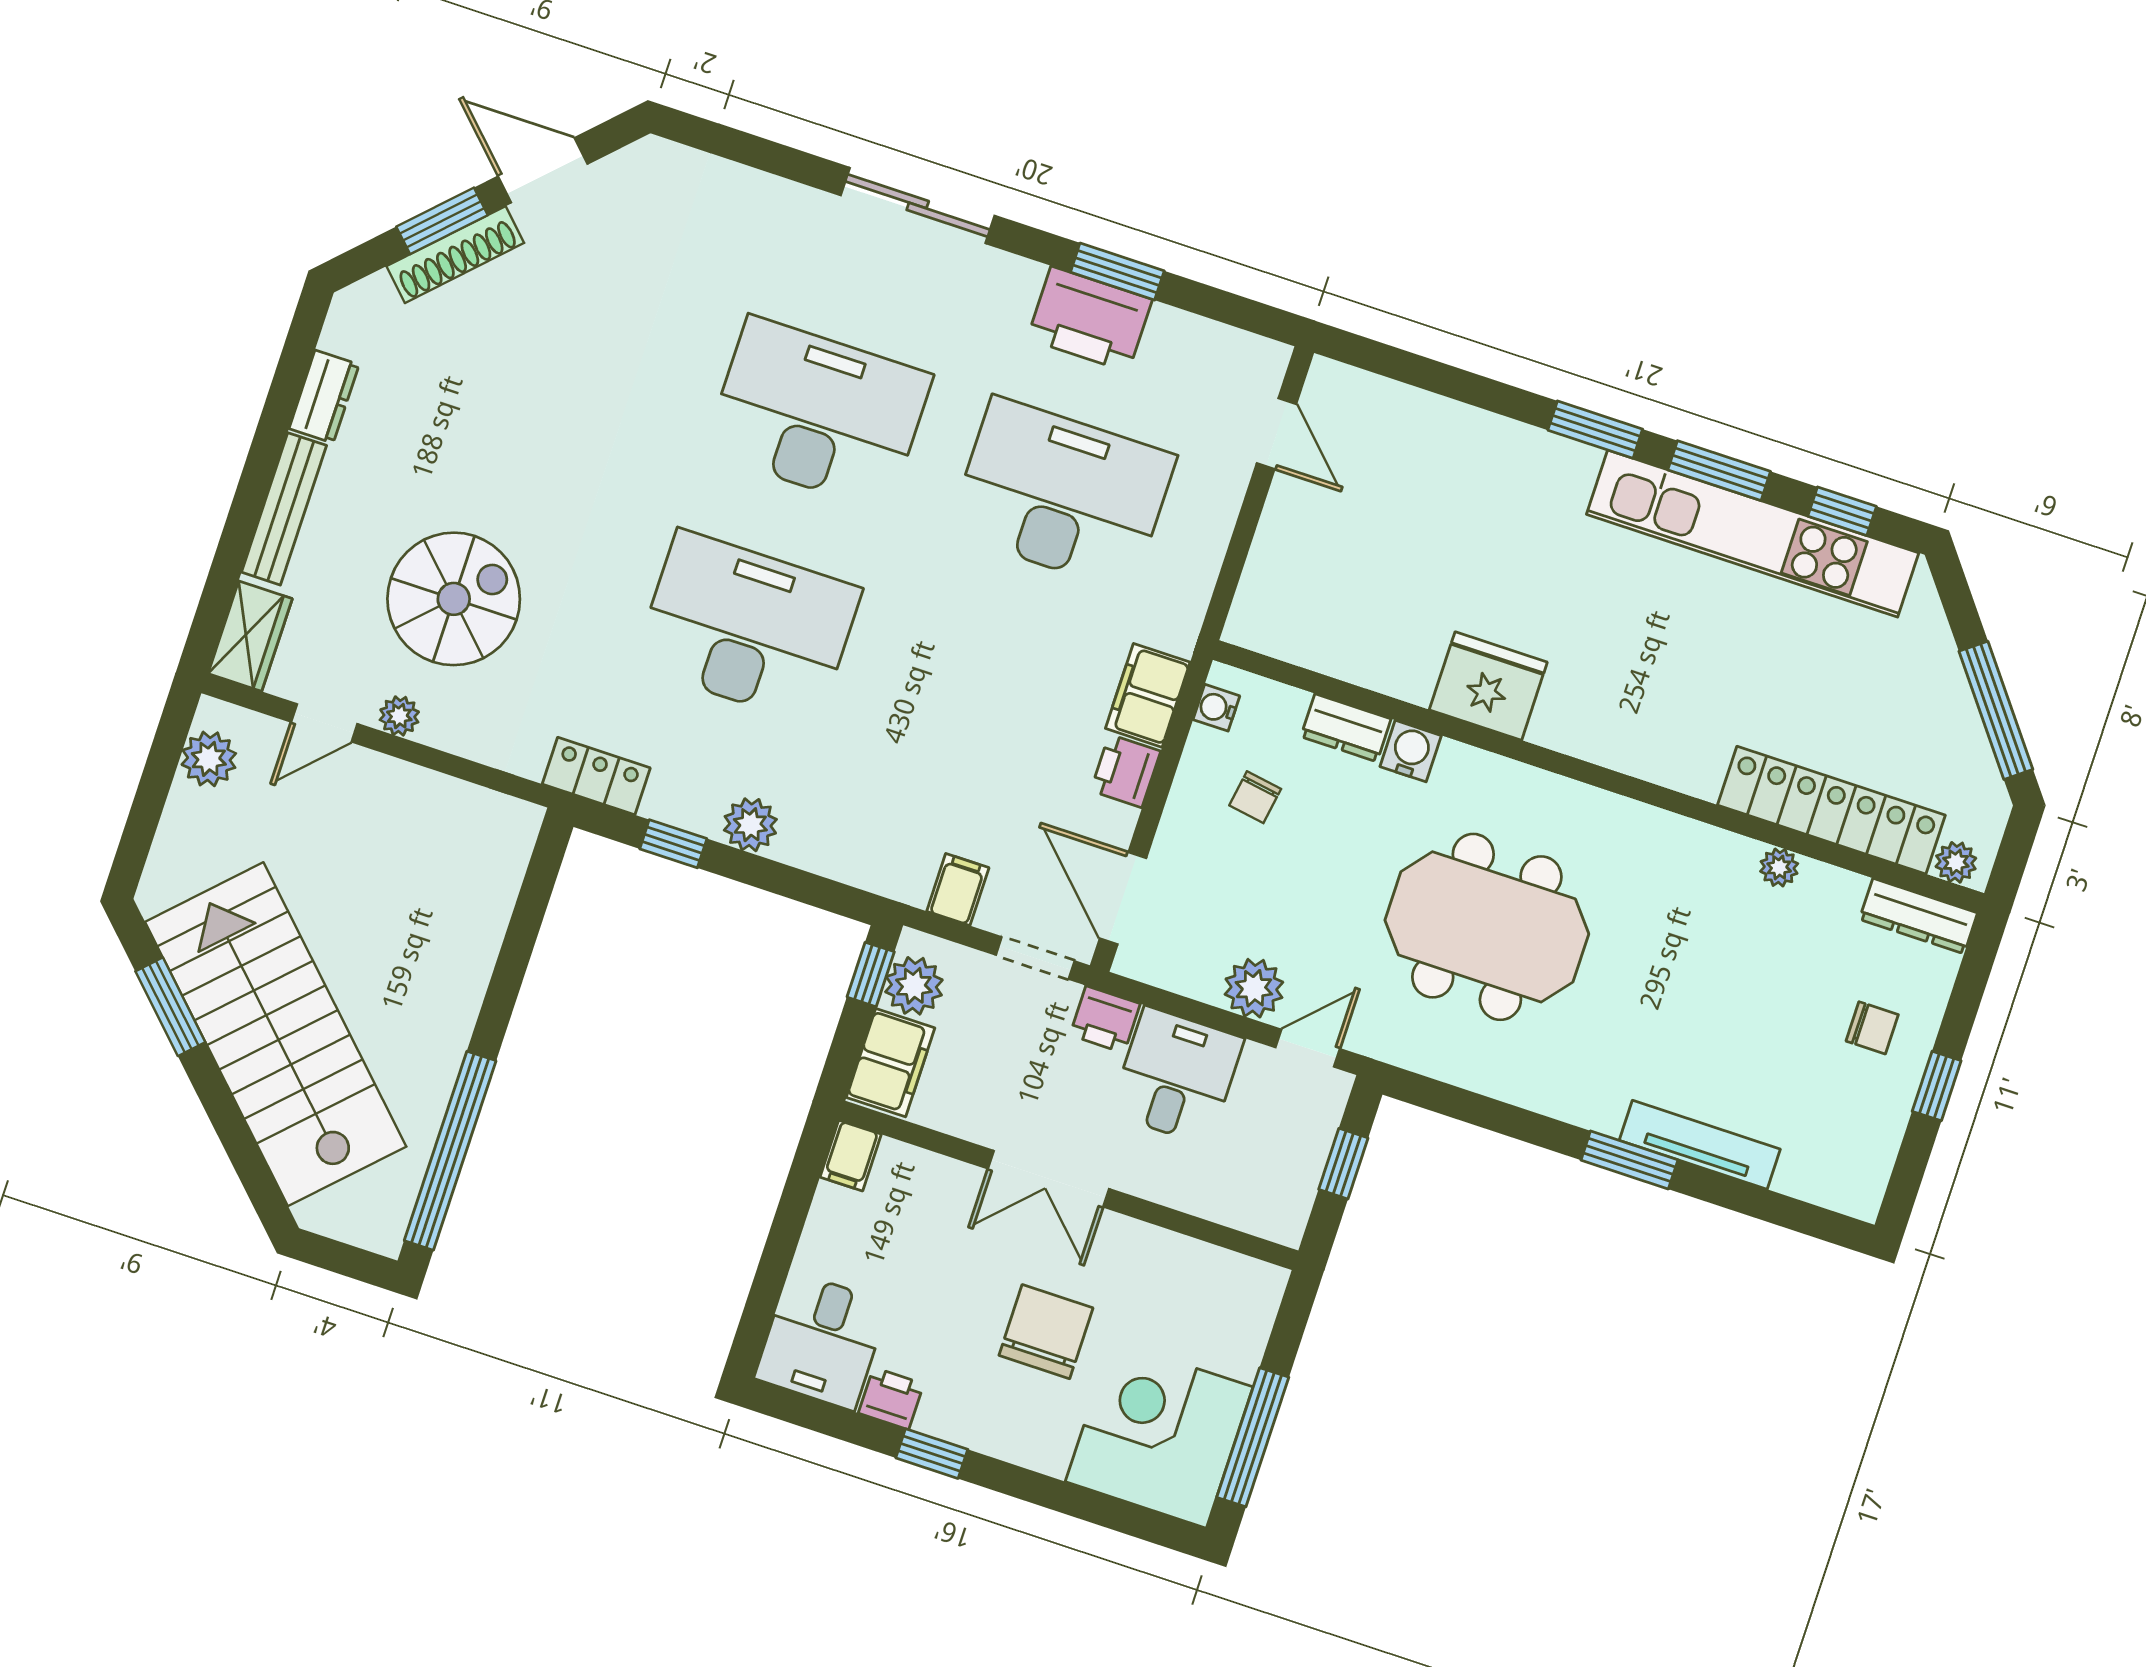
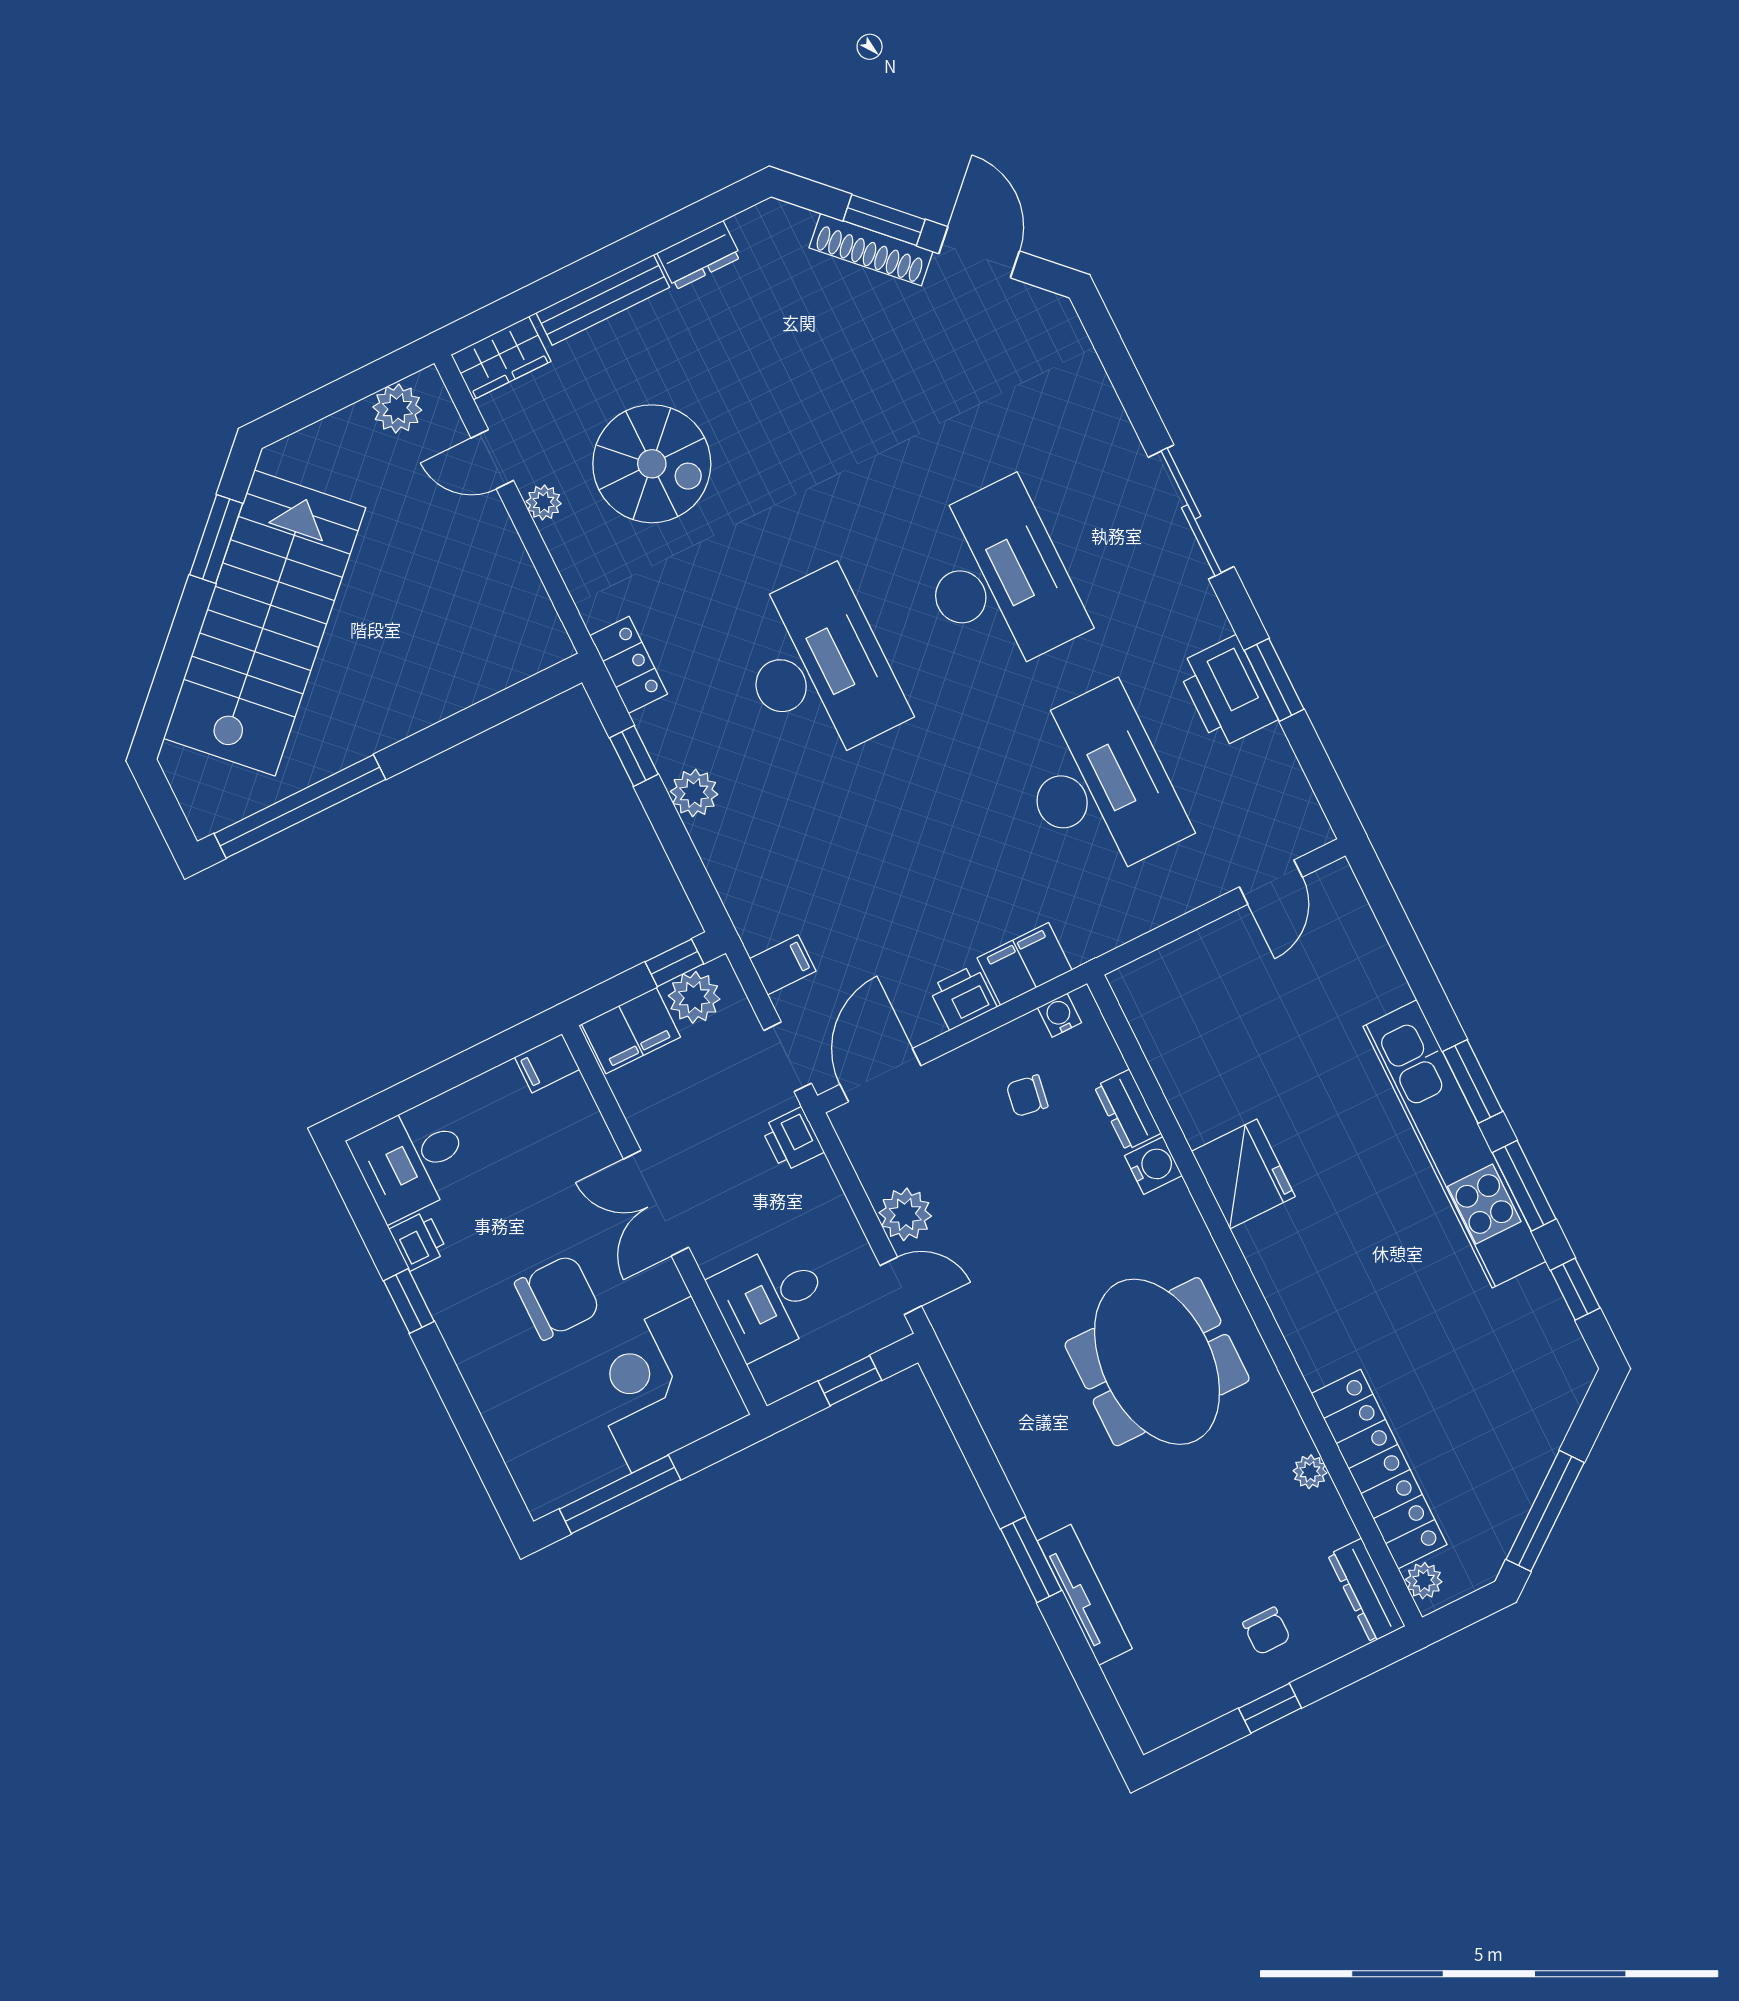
kitchen unit: (1753, 534) -> (1455, 1144), moved
meeting table: (1487, 927) -> (1157, 1362), moved
desk: (1177, 1076) -> (771, 1300), moved, turned 180
corner desk: (1159, 1434) -> (662, 1385), moved, turned -90

